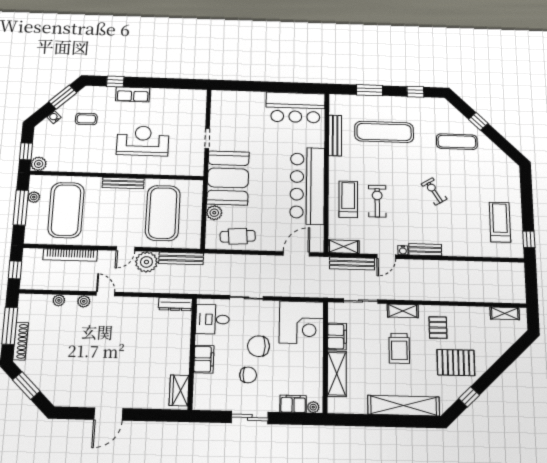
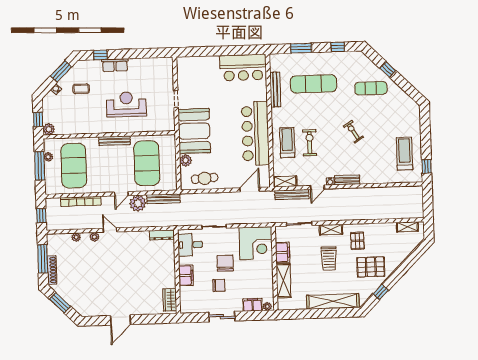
chair: (258, 346) -> (225, 263), turned 90

